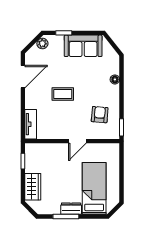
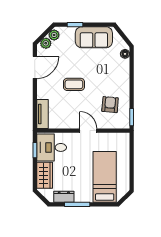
plant: (34, 52) -> (46, 43), added
floor lamp: (115, 79) -> (125, 54), moved
door: (77, 141) -> (88, 131), swing flipped
desk: (40, 158) -> (52, 147), added
dresser: (71, 209) -> (64, 197), moved

